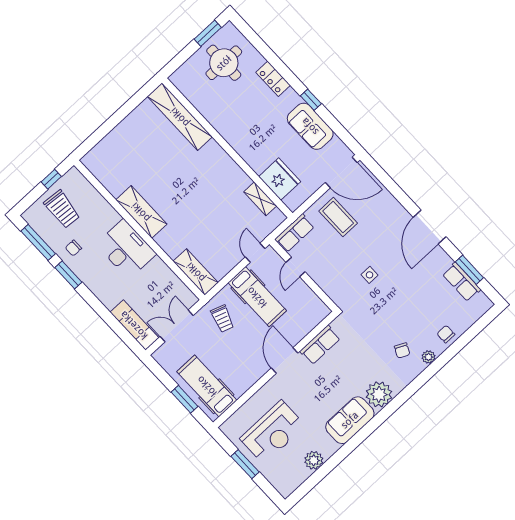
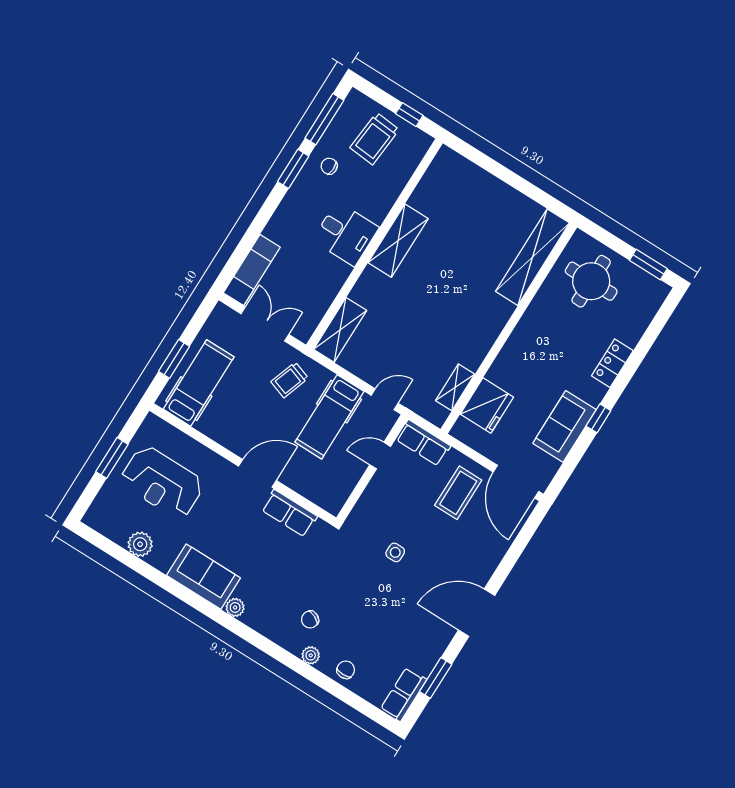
round table: (224, 63) -> (591, 281), moved
desk: (126, 249) -> (346, 234), width x0.73
row of seats: (462, 282) -> (403, 694), moved
plant: (379, 394) -> (235, 607), width x0.53, depth x0.53

